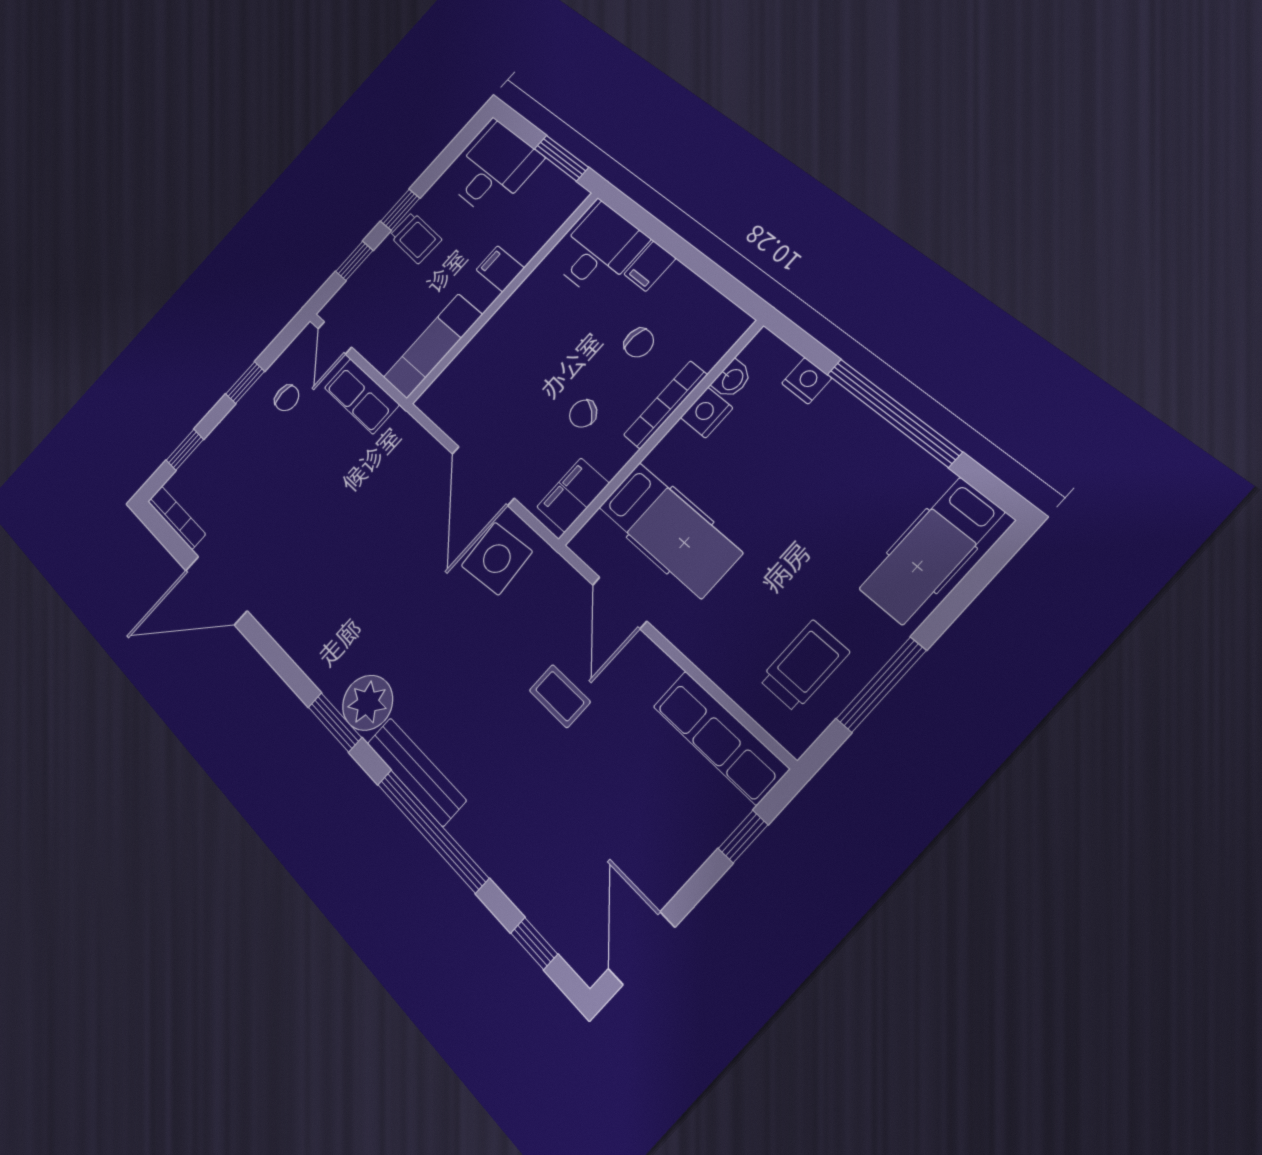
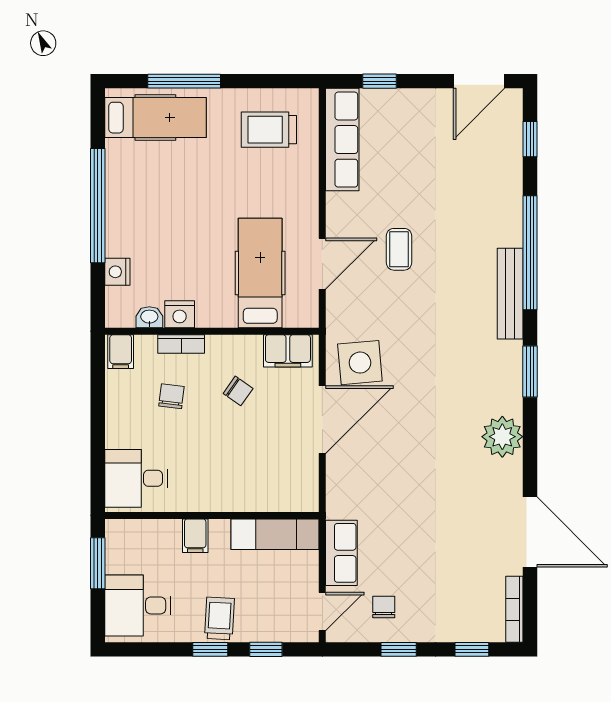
filing cabinet: (650, 266) -> (121, 352), moved, turned 90
bookcase: (665, 405) -> (181, 344), width x0.64
window: (881, 685) -> (184, 81), moved
plant: (368, 703) -> (502, 437), moved

